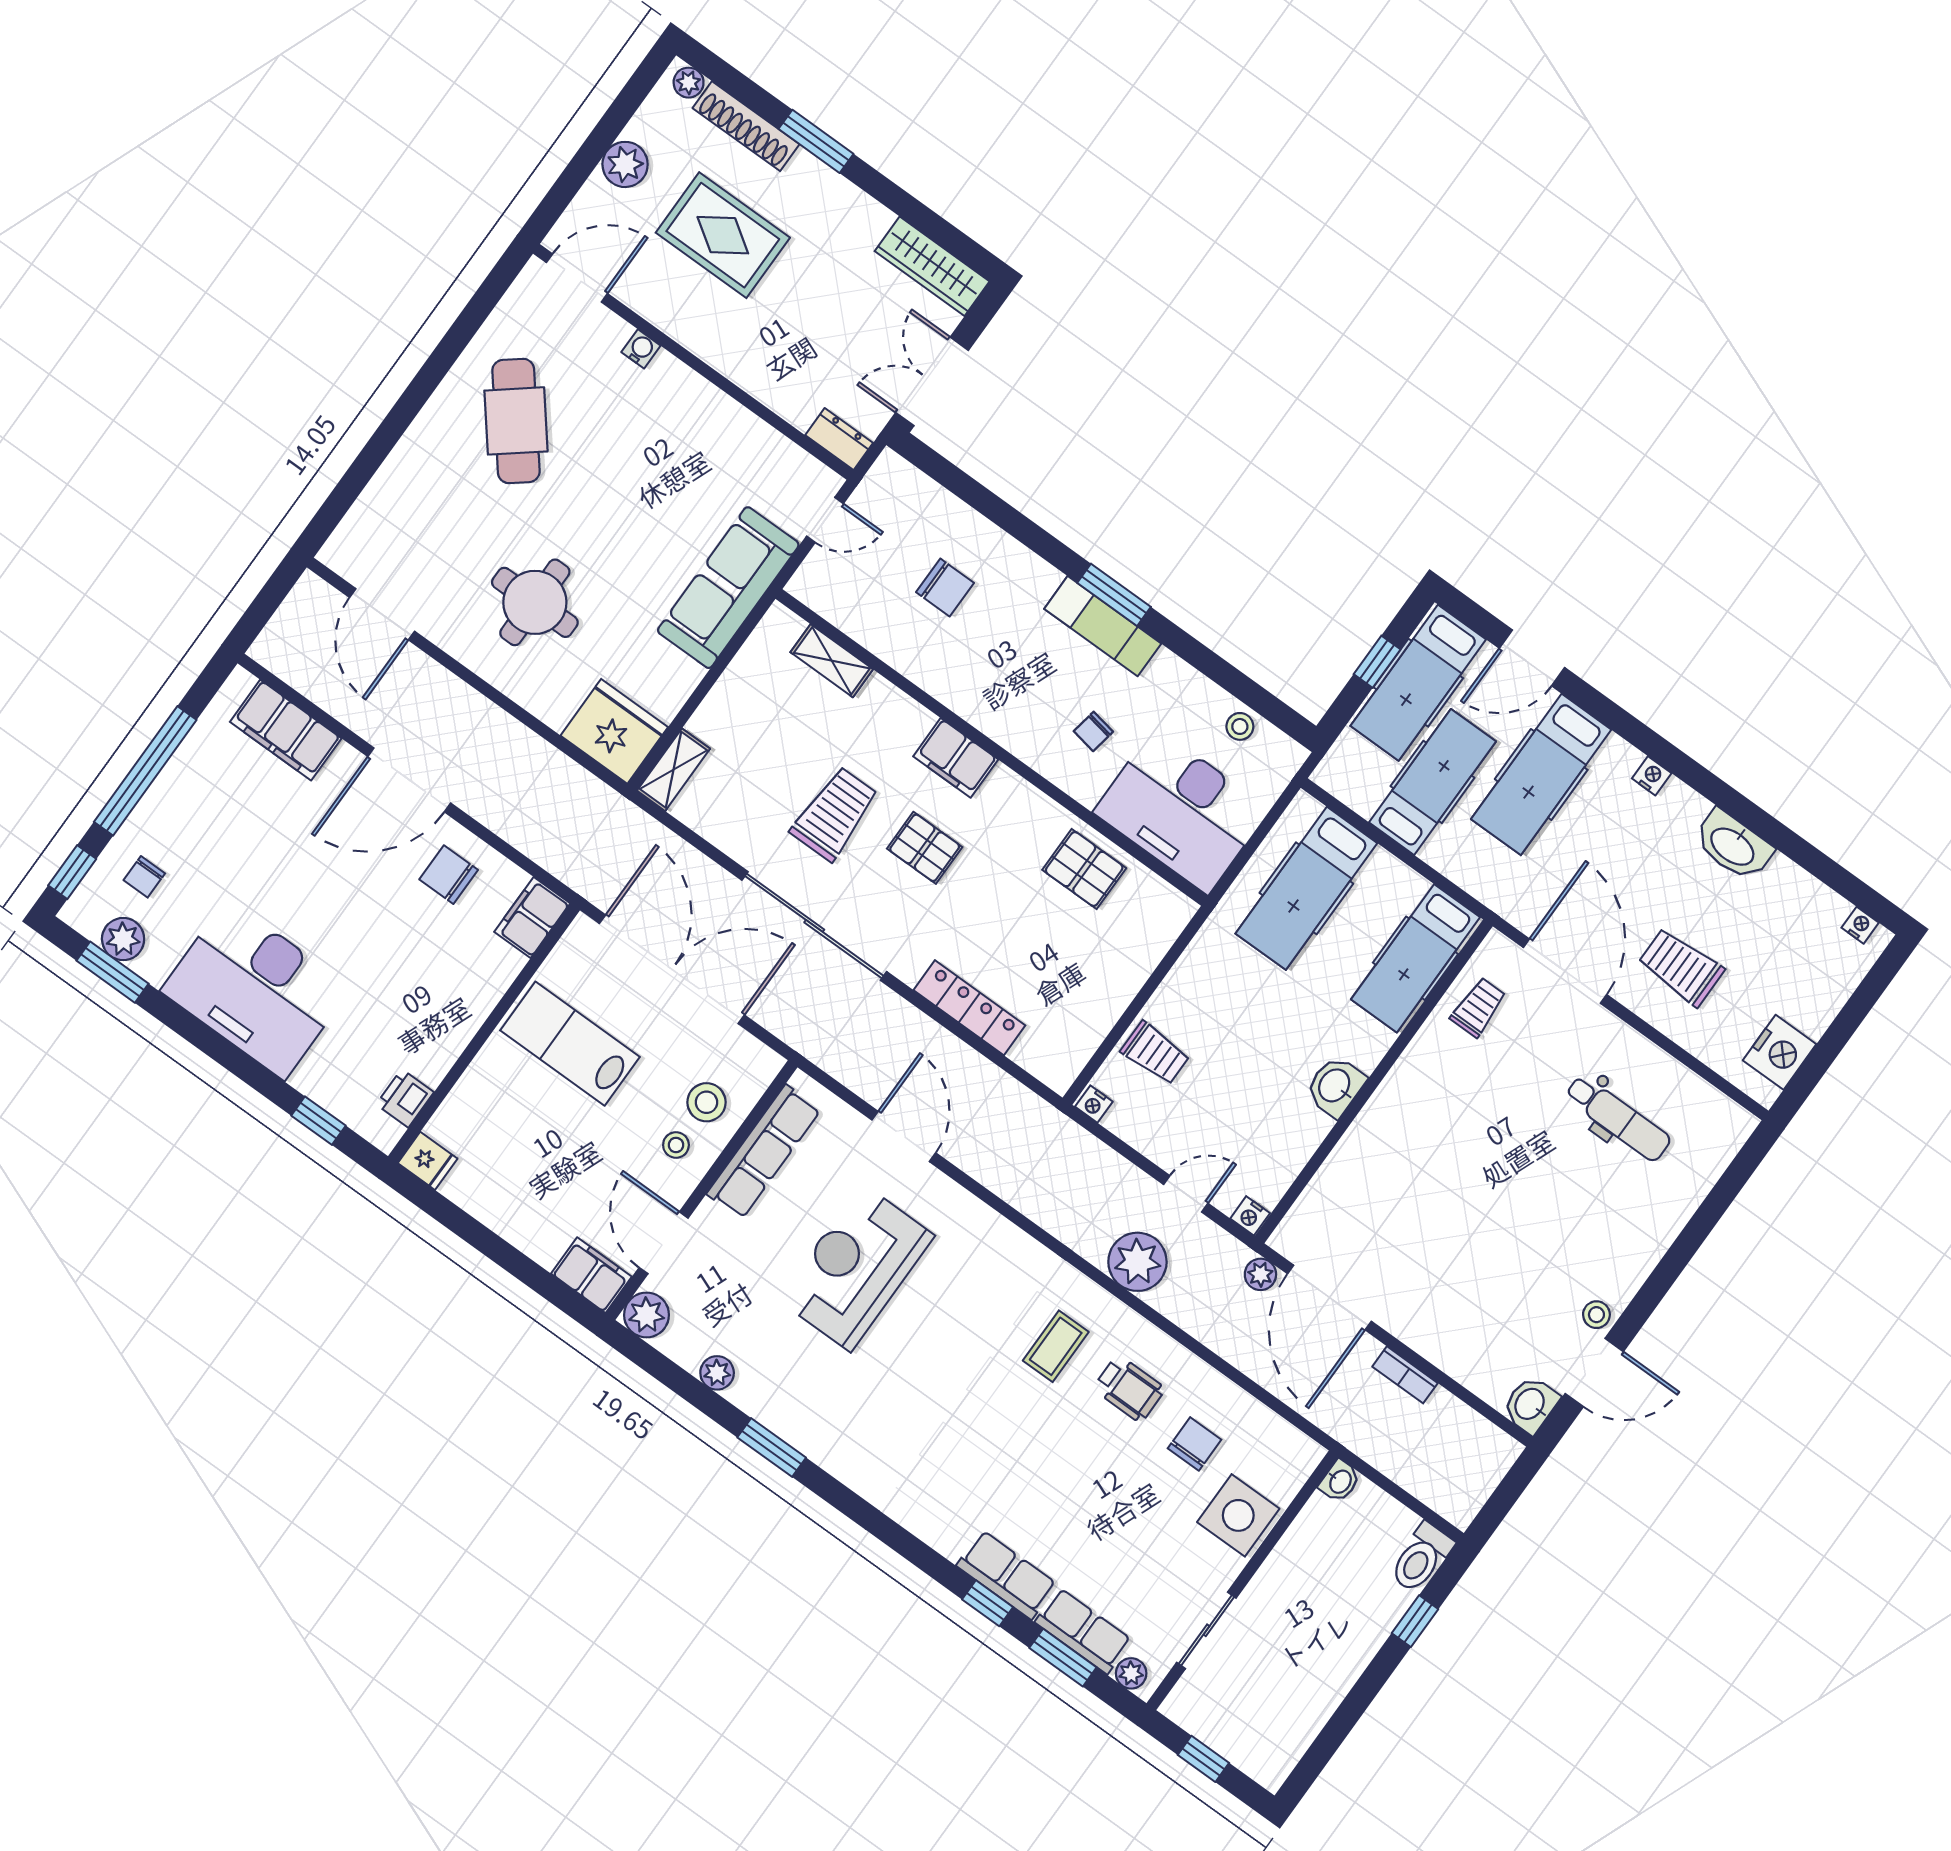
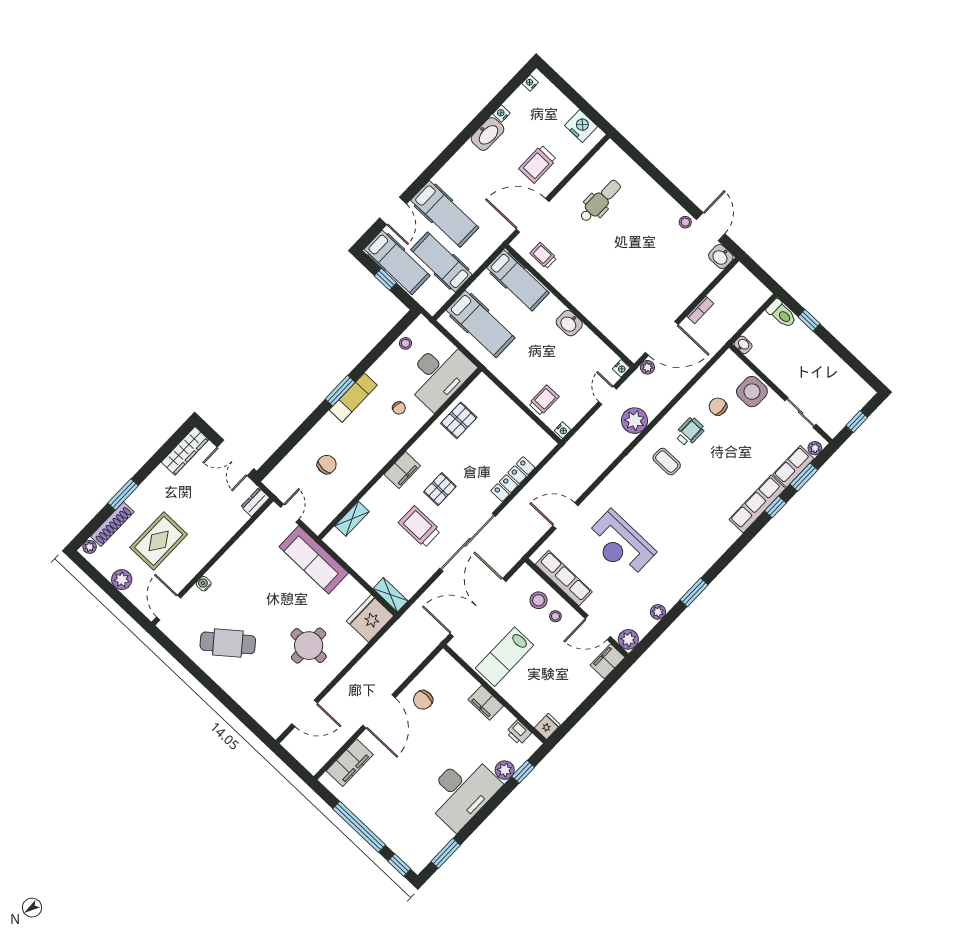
nightstand: (1652, 776) -> (501, 114), moved
chair: (144, 877) -> (406, 834), removed
filing cabinet: (532, 918) -> (486, 703), moved
plant: (123, 939) -> (505, 770), moved
row of seats: (1007, 1575) -> (757, 504), width x1.48

